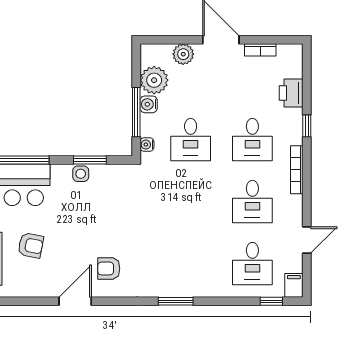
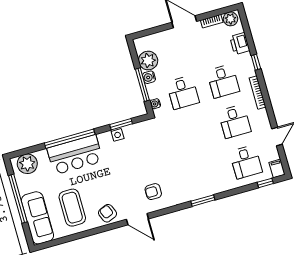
plant: (183, 54) -> (230, 19), moved
armchair: (31, 245) -> (107, 213), moved, turned -123
door: (75, 301) -> (137, 219), swing flipped

